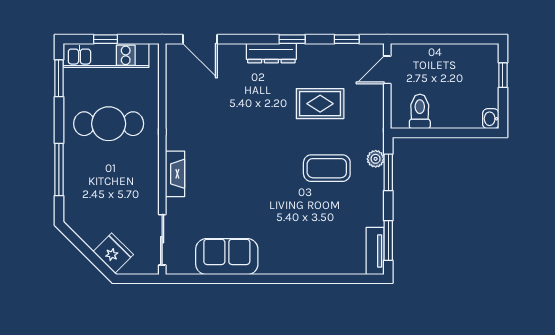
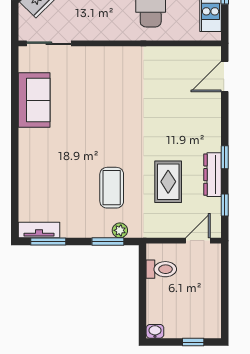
dresser: (271, 53) -> (213, 175), moved
door: (387, 70) -> (198, 241), hinge flipped
fireplace: (175, 174) -> (107, 55), removed

